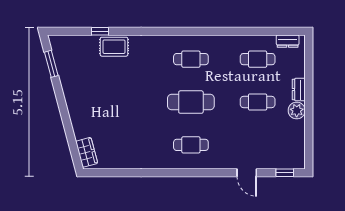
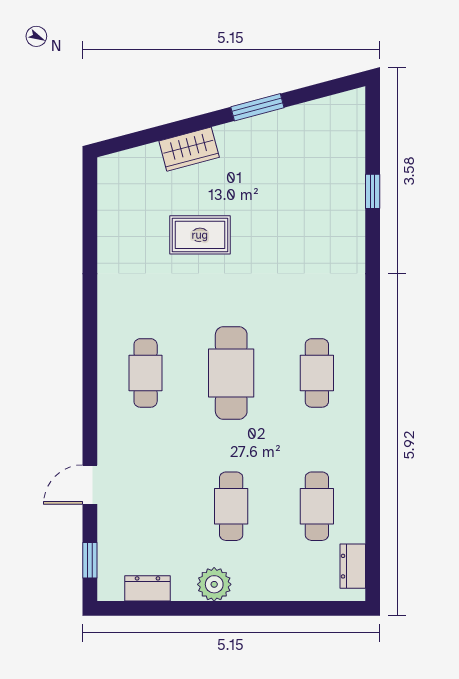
rug: (114, 47) -> (200, 235), moved, turned 90
window: (51, 64) -> (257, 107), moved
dresser: (299, 90) -> (148, 588), moved
wardrobe: (87, 152) -> (189, 149), moved

